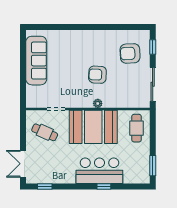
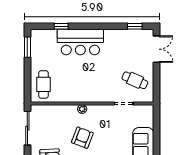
armchair: (97, 75) -> (82, 138), turned -72
booth: (93, 127) -> (87, 86), removed
window: (104, 187) -> (61, 26), moved

